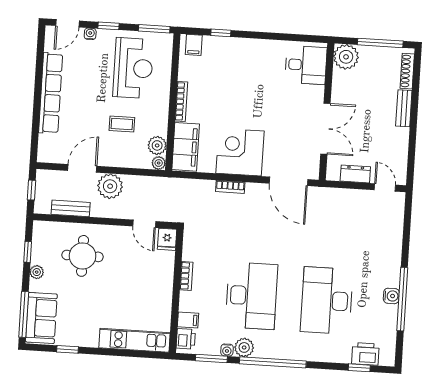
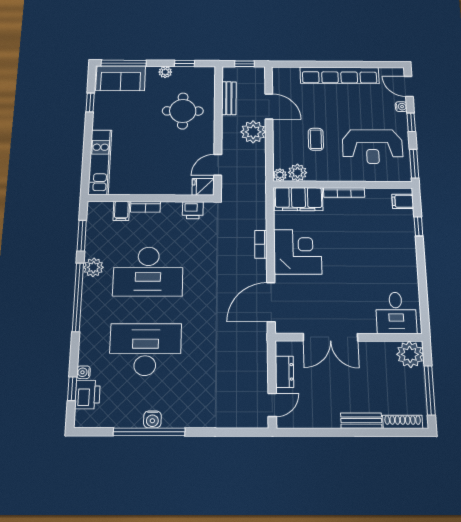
bookcase: (186, 276) -> (145, 207), moved
printer: (186, 339) -> (193, 210), moved
water cooler: (227, 350) -> (84, 372), moved

